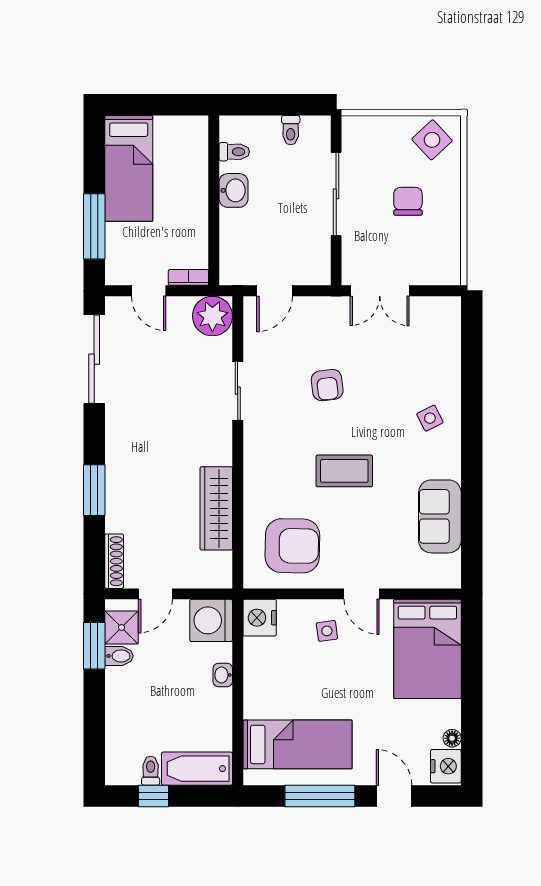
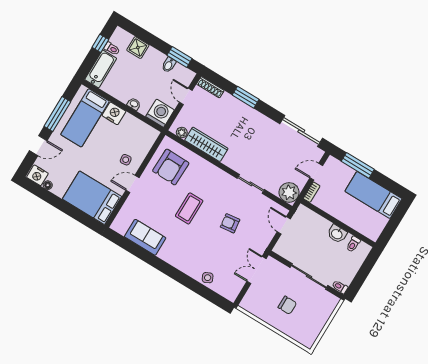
toilet: (291, 130) -> (340, 287), moved
side table: (432, 140) -> (307, 331), removed
side table: (430, 418) -> (208, 278), moved
plant: (222, 563) -> (182, 132), added
nightstand: (260, 618) -> (114, 113), moved
shower: (121, 627) -> (138, 48), moved

